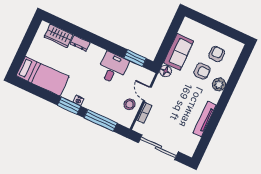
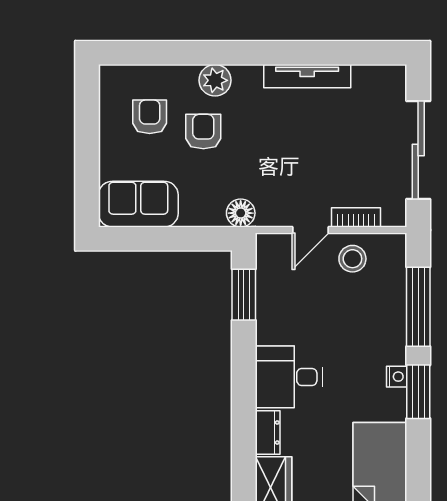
sofa: (178, 52) -> (138, 204), moved
armchair: (217, 54) -> (150, 117), turned 90
desk: (113, 68) -> (289, 377), moved

